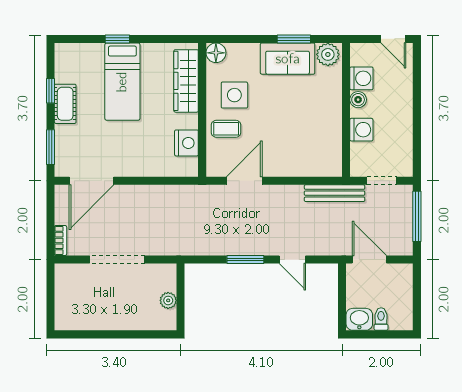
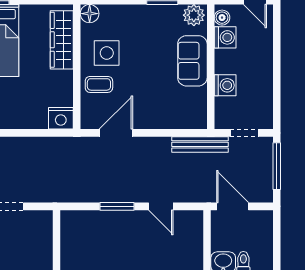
sofa: (288, 59) -> (192, 61), moved, turned 90
boiler: (358, 100) -> (222, 18), moved
nightstand: (186, 143) -> (61, 118), moved, turned 90
plant: (168, 300) -> (45, 244), removed

